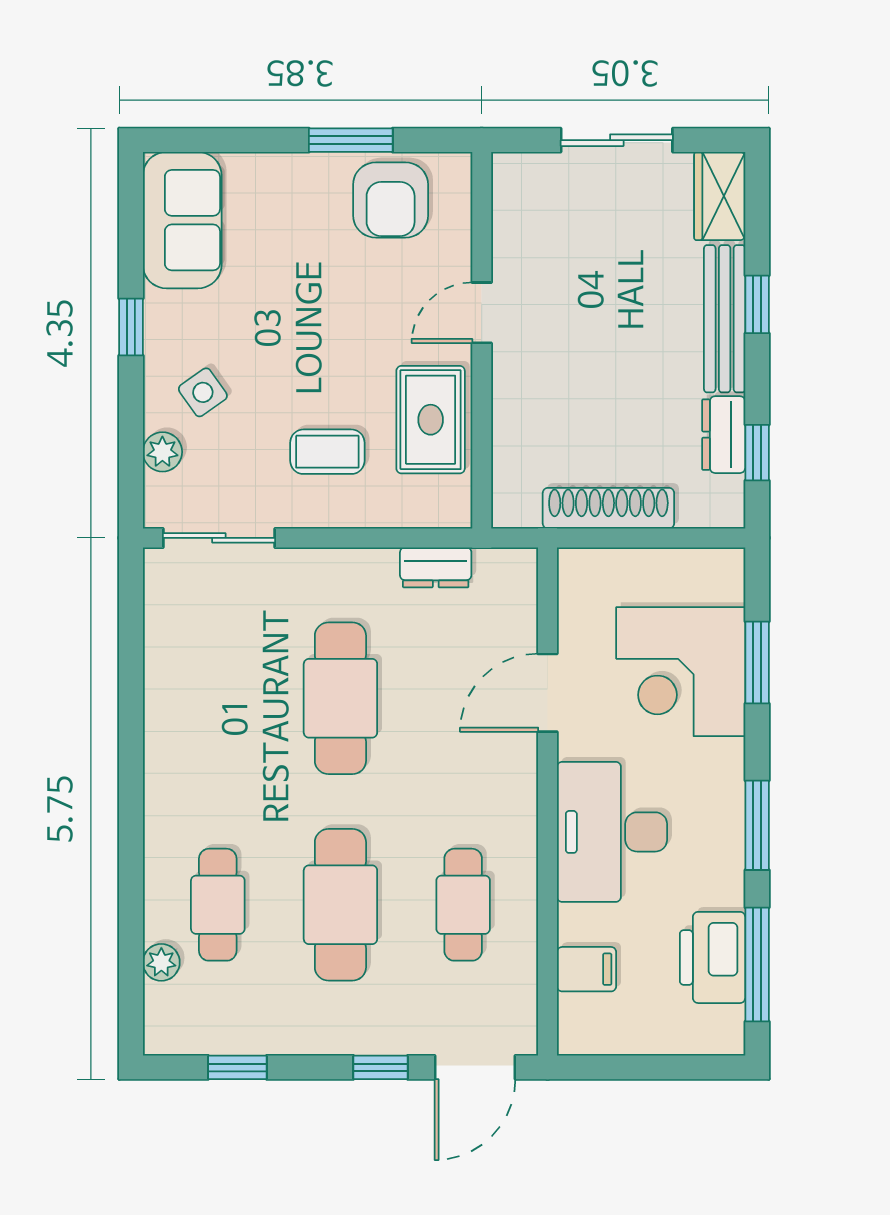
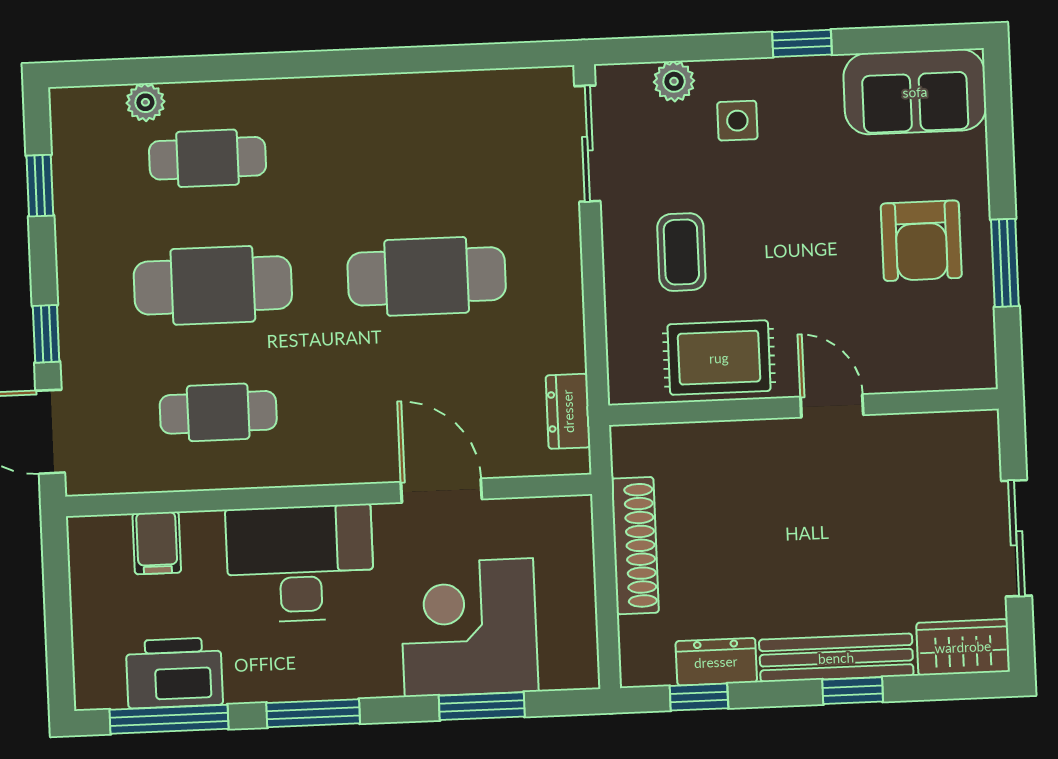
armchair: (391, 200) -> (921, 241), moved, turned -90
side table: (203, 392) -> (737, 121), turned 35
dresser: (436, 567) -> (568, 411), moved

